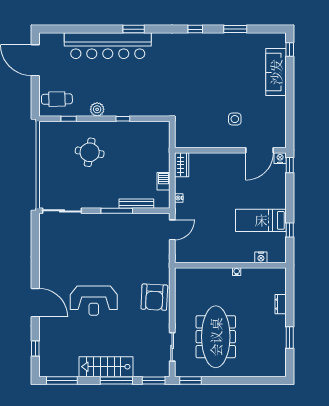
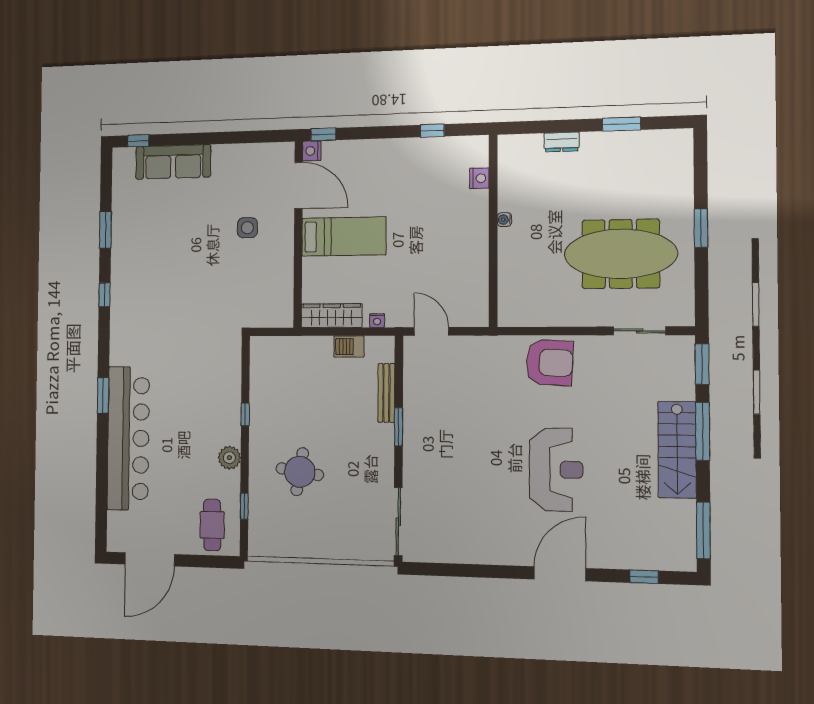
wardrobe: (182, 165) -> (332, 316), width x1.50
window: (117, 211) -> (399, 427), width x0.69
bed: (261, 220) -> (344, 236), moved, turned -90
window: (191, 380) -> (701, 228), moved

